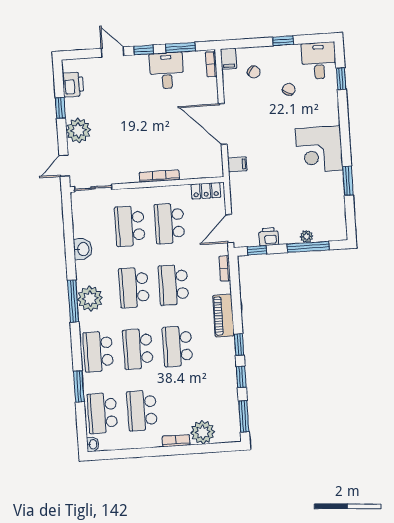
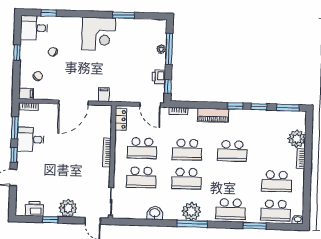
school desk: (138, 349) -> (231, 180), removed

